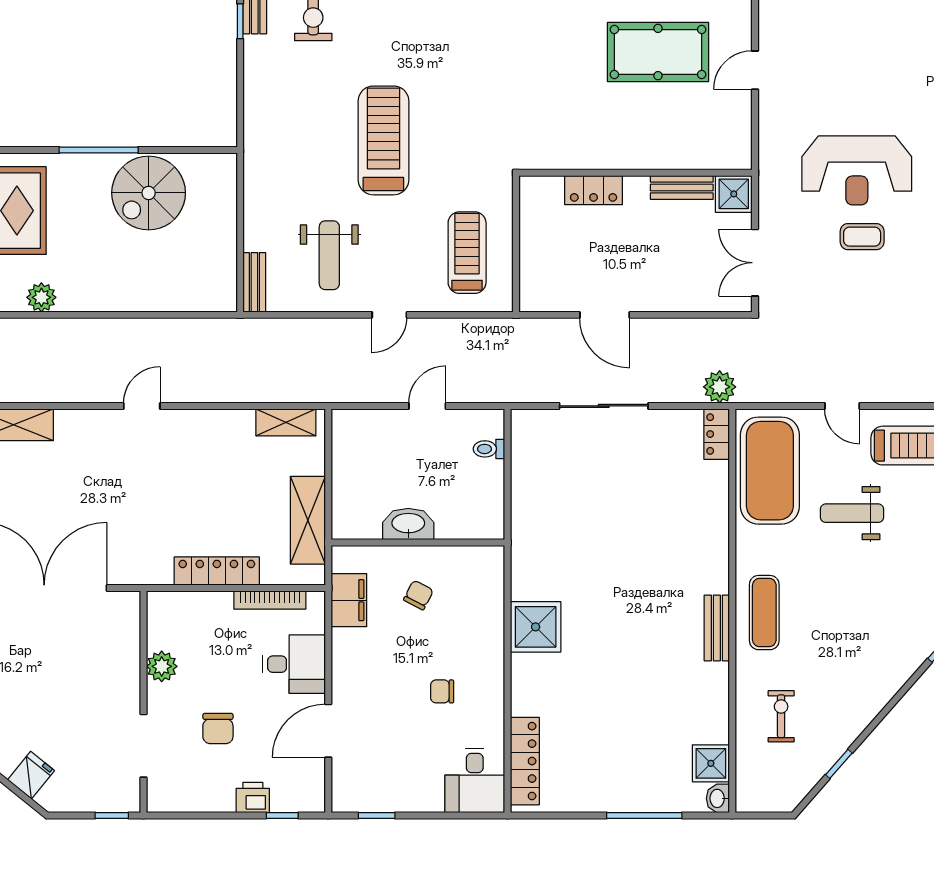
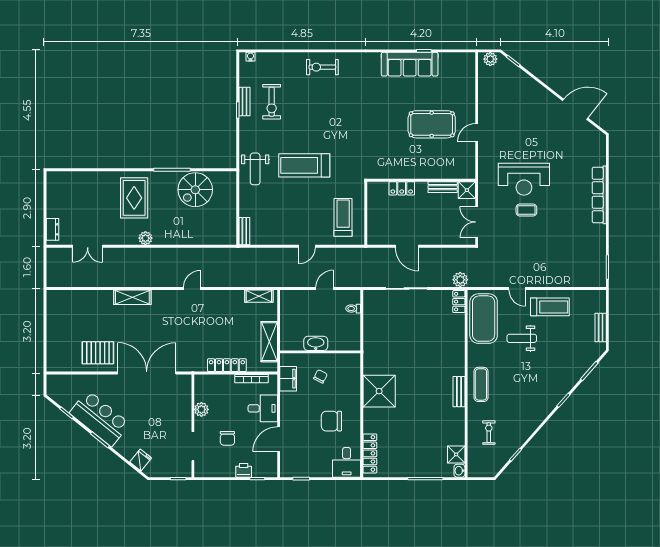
treadmill: (383, 140) -> (304, 165), turned -90
weight bench: (329, 255) -> (255, 169), moved
shower: (536, 627) -> (379, 391), width x1.37, depth x1.37
chair: (442, 691) -> (331, 421), width x1.87, depth x1.87

